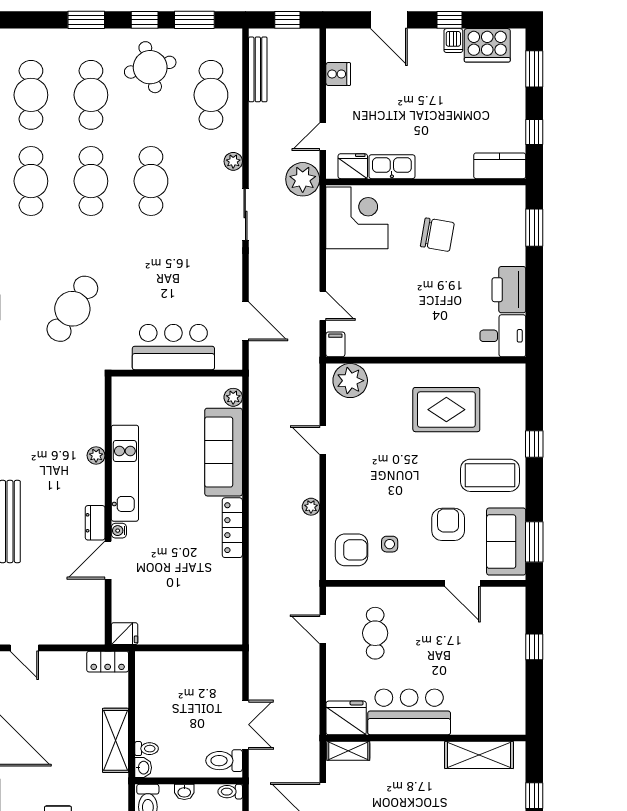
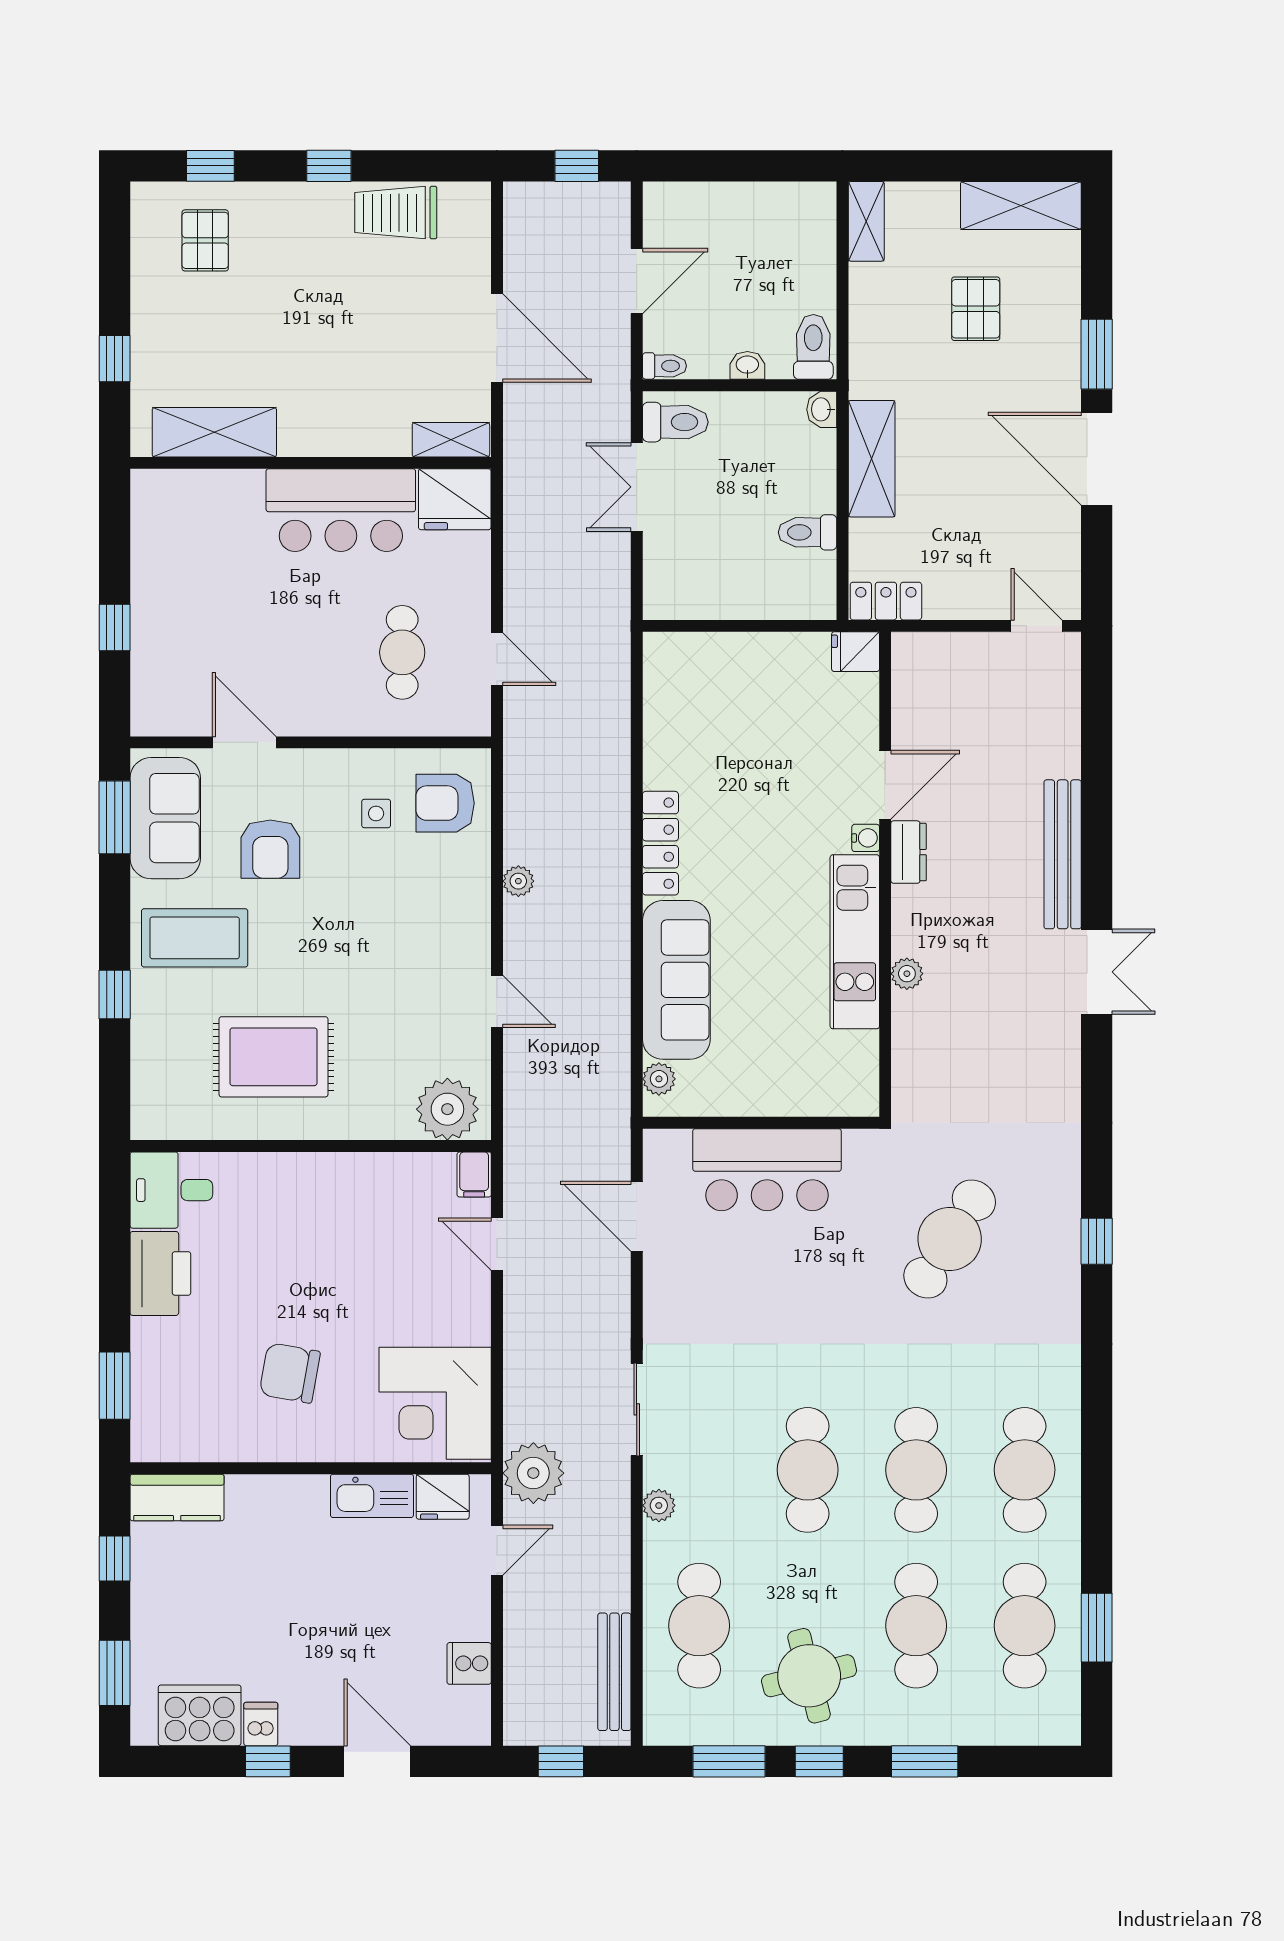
toilet: (147, 749) -> (807, 532), moved, width x1.37, depth x1.39

